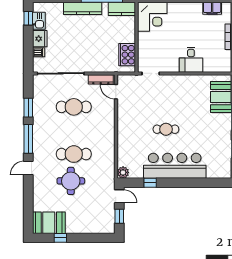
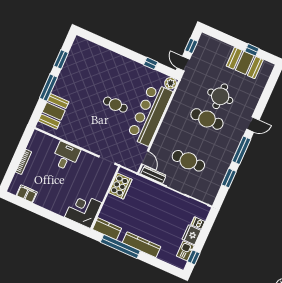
bar counter: (175, 166) -> (150, 114), moved, turned 90
booth: (49, 223) -> (245, 63), moved

